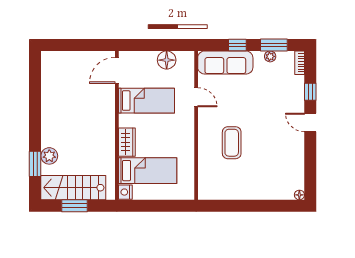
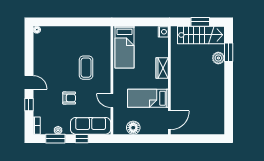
armchair: (255, 101) -> (69, 98), added
bed: (148, 171) -> (124, 47), moved, turned -90

